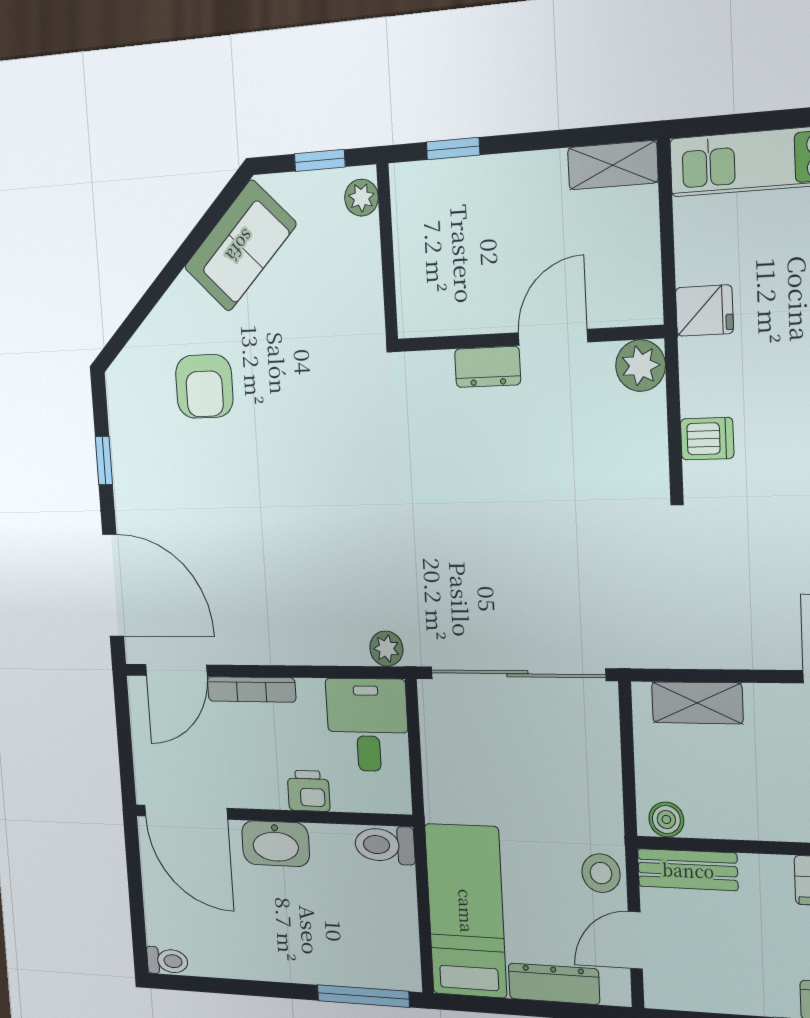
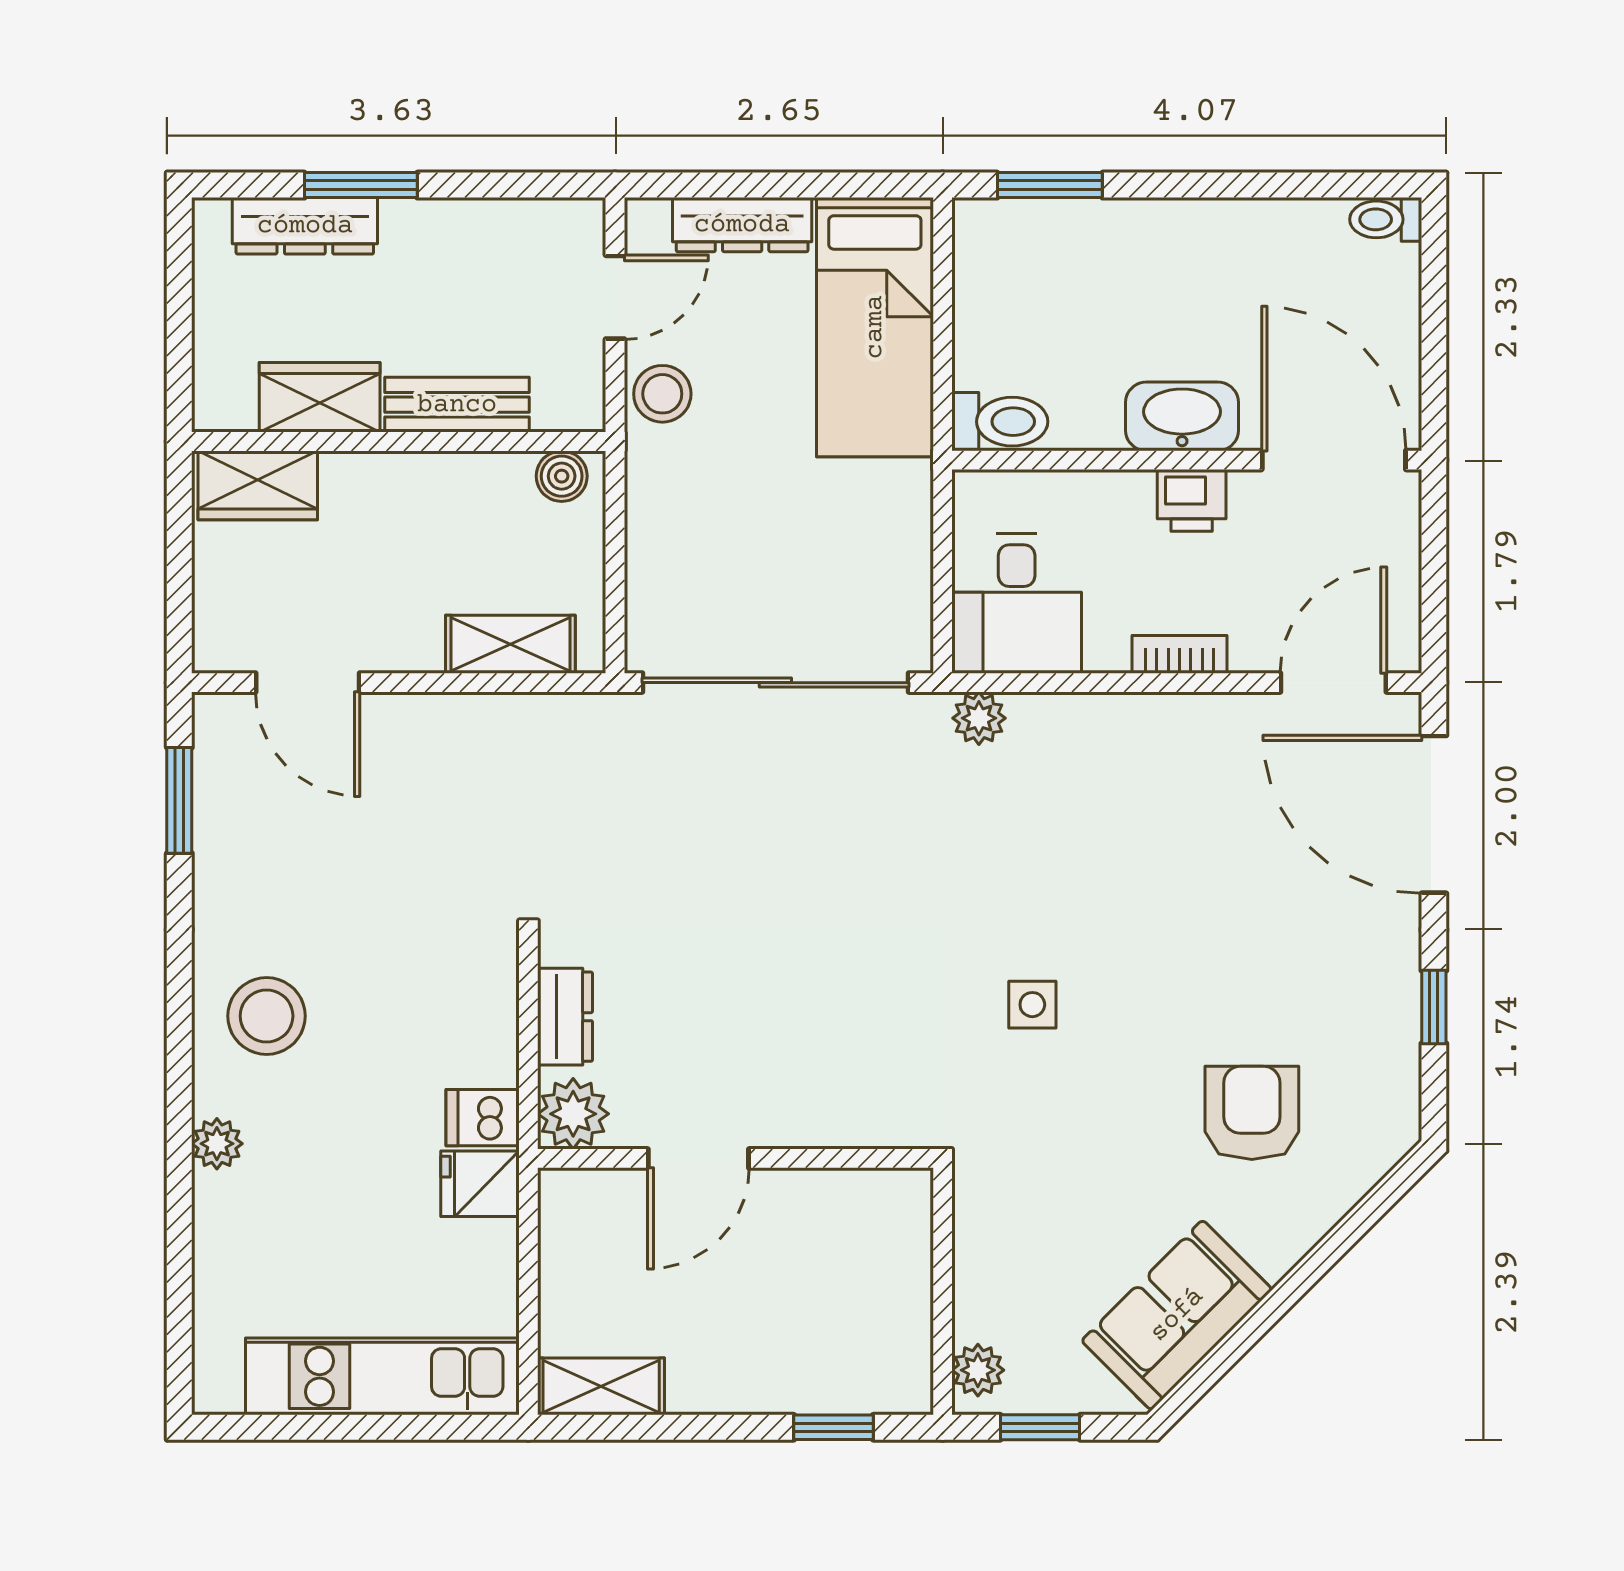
dresser: (488, 367) -> (565, 1017), moved, turned 90
dishwasher: (707, 439) -> (483, 1118), moved
side table: (342, 455) -> (1032, 1005), added
bookcase: (251, 689) -> (1180, 654), width x0.64
printer: (309, 791) -> (1192, 500), moved
bench: (688, 870) -> (457, 405), moved
window: (363, 996) -> (1050, 185), width x0.69

